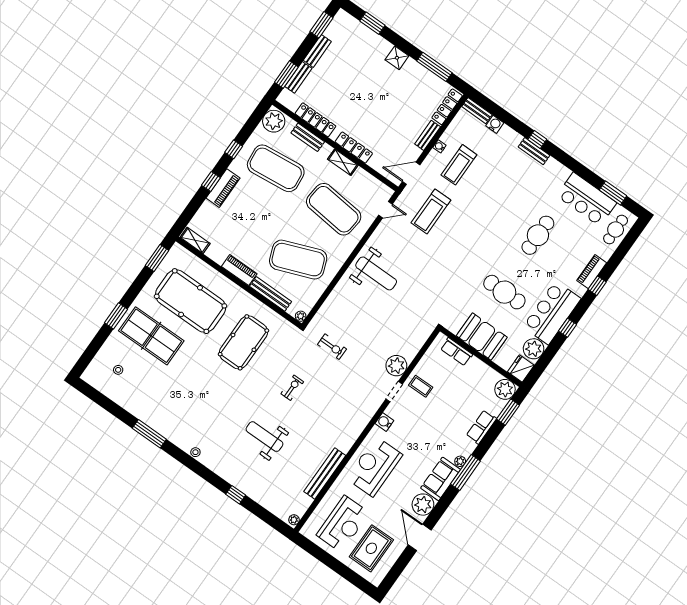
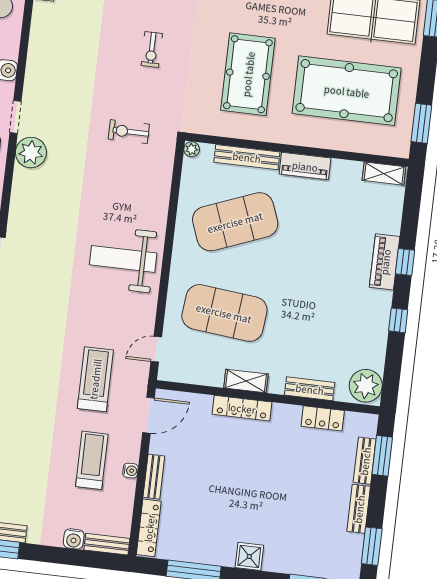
locker: (315, 120) -> (323, 418), width x0.66
exercise mat: (276, 168) -> (329, 325), removed

